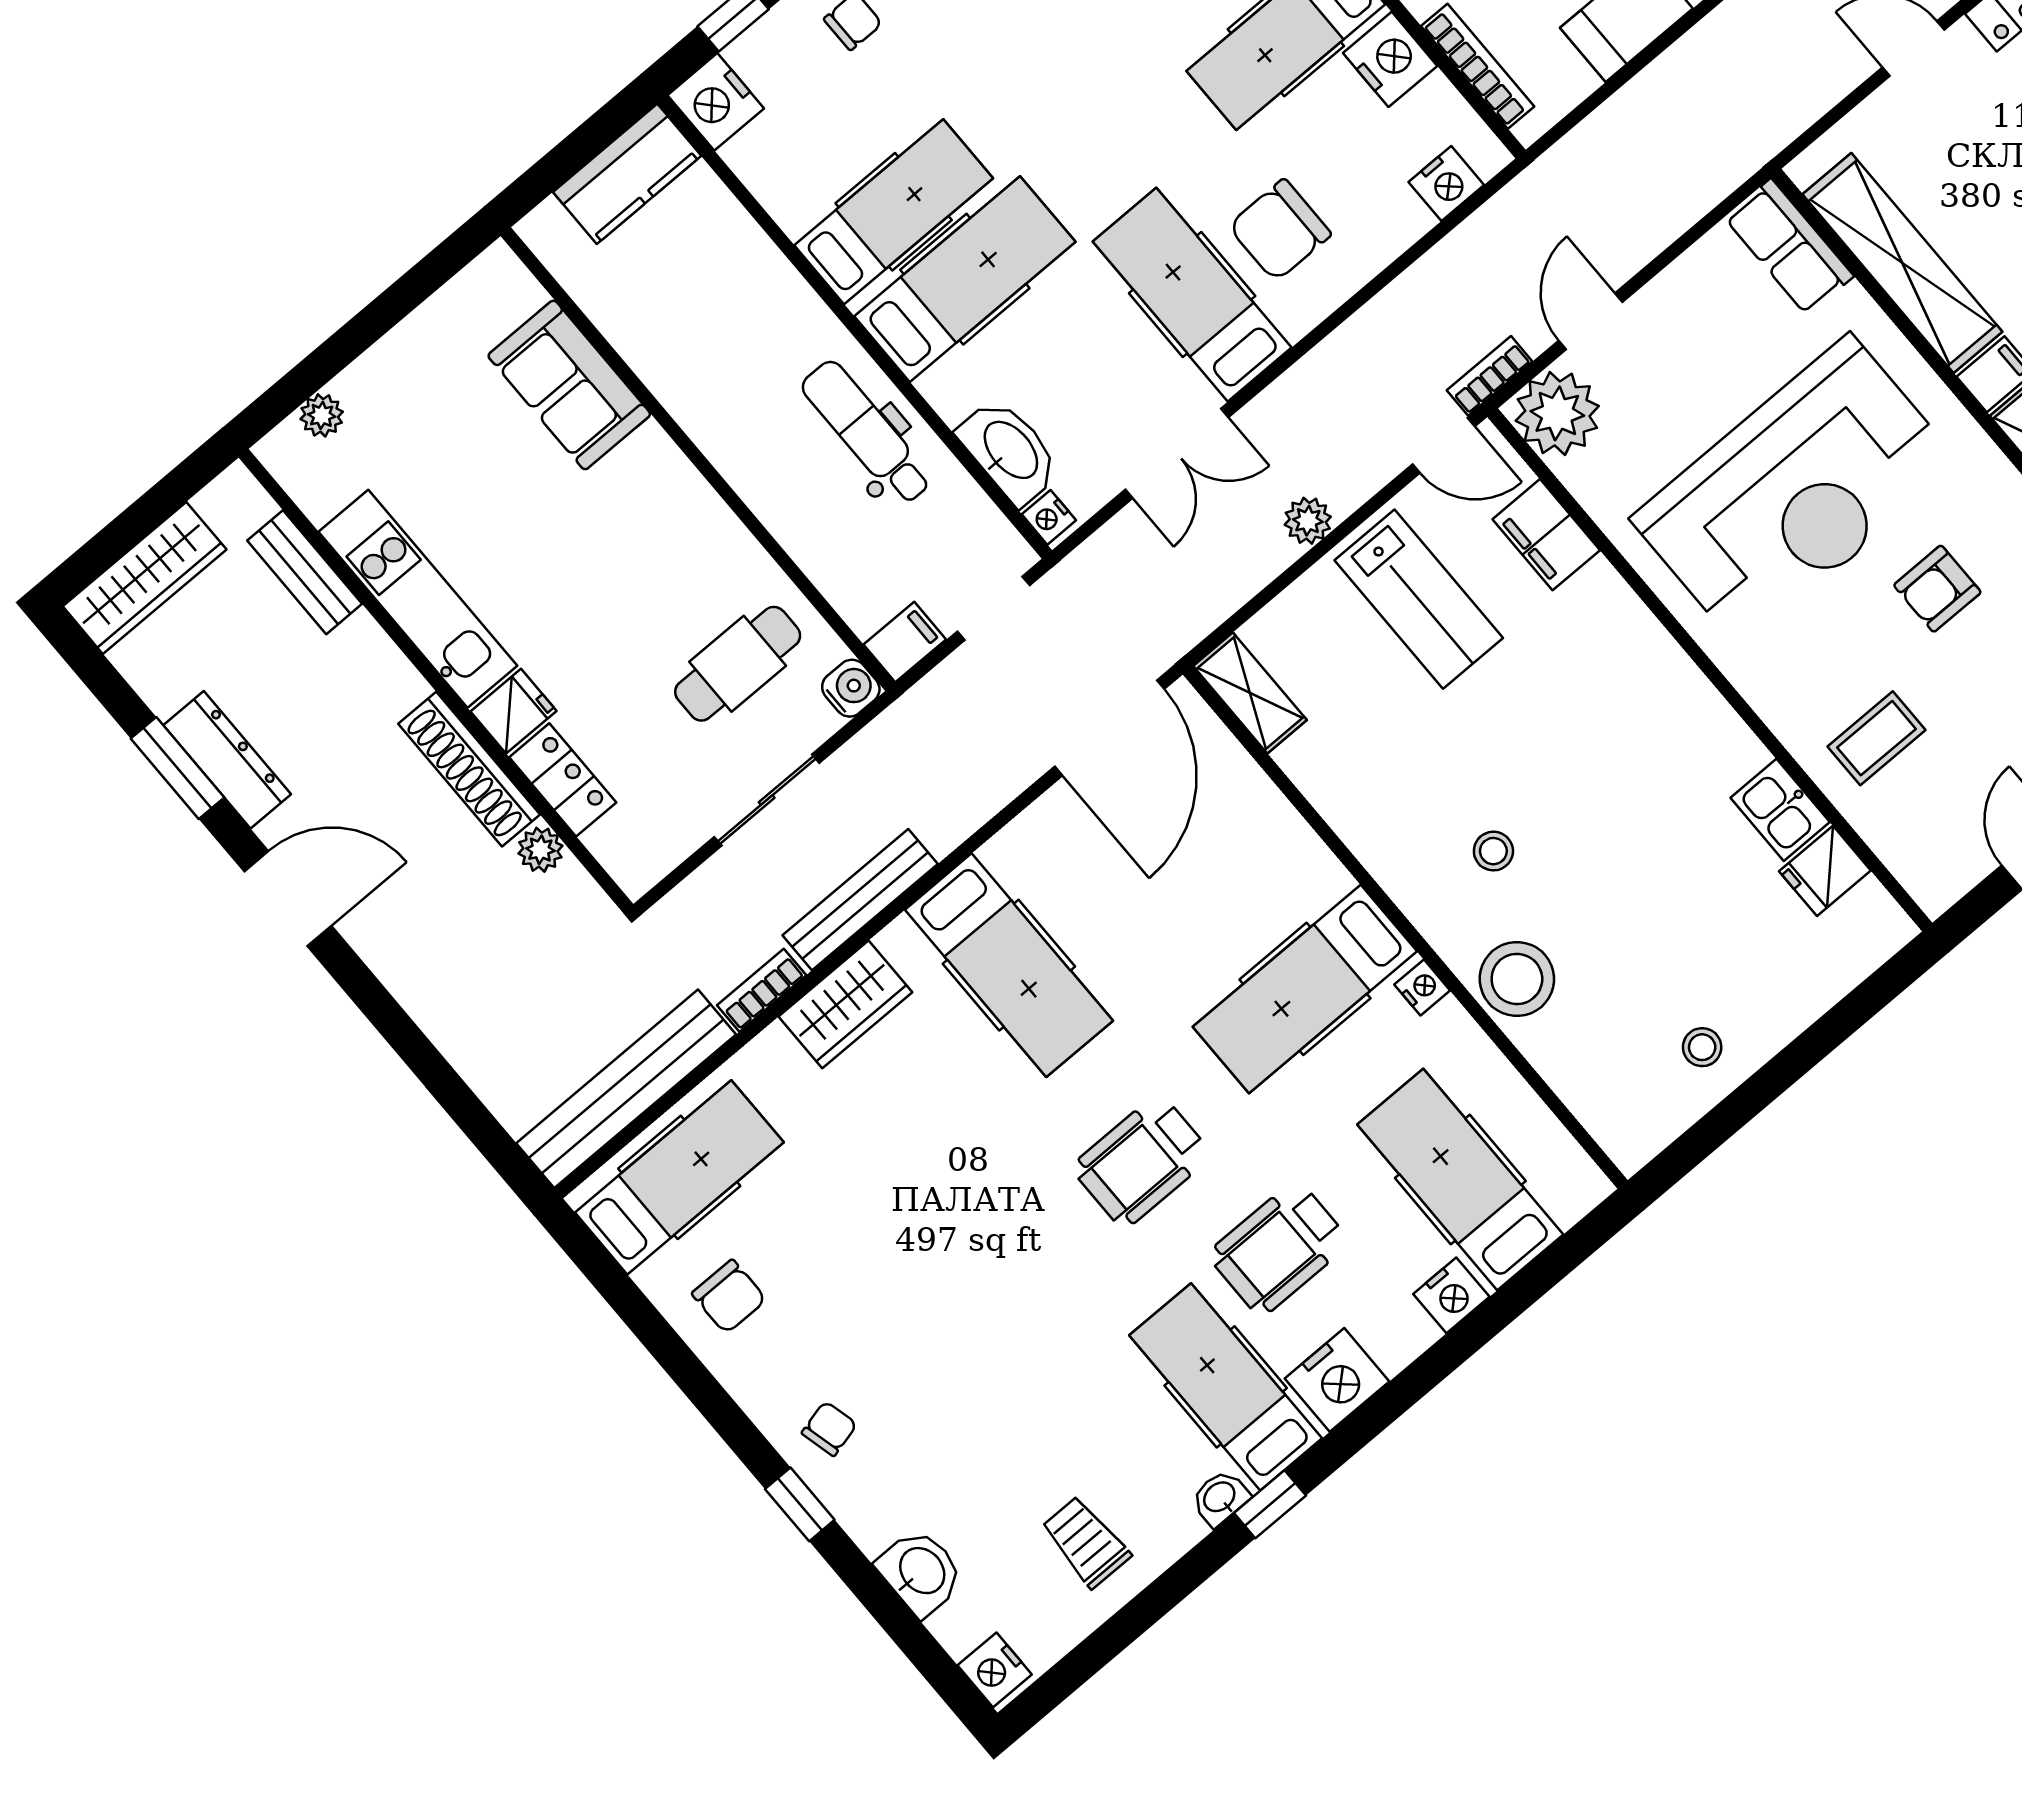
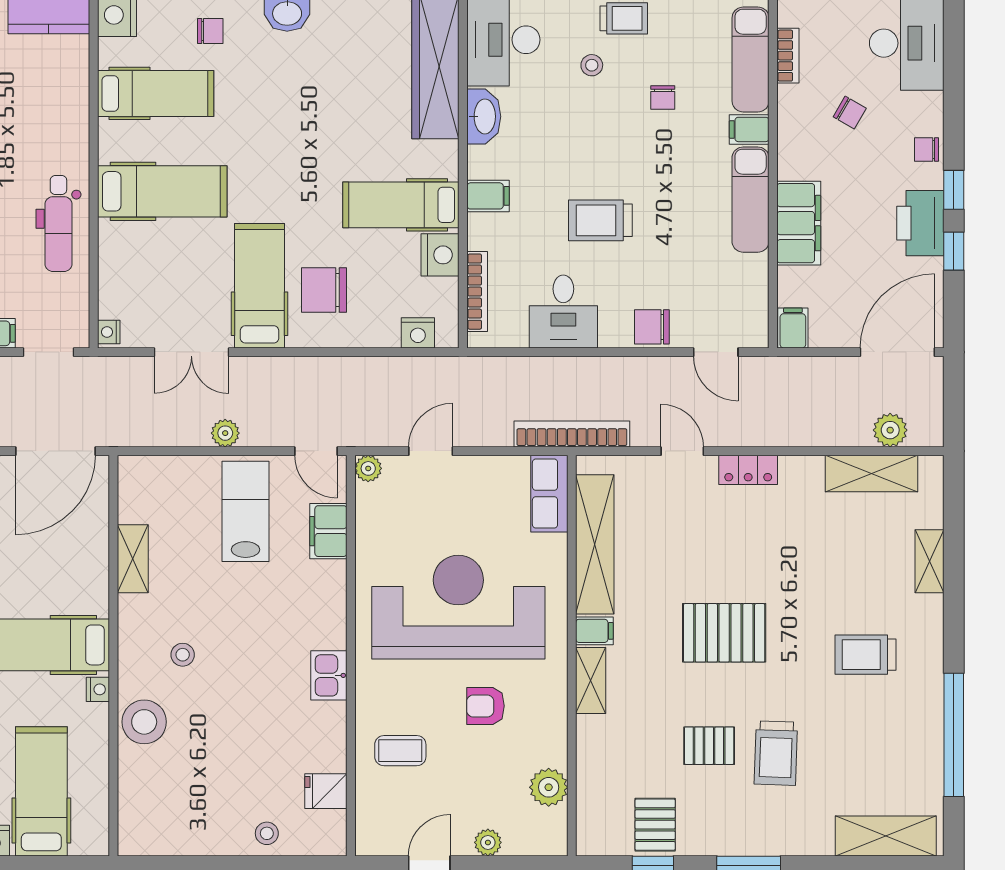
hospital bed: (894, 212) -> (156, 93), moved
bookcase: (1490, 376) -> (572, 434), moved, width x2.31, depth x1.31
plant: (1557, 413) -> (368, 468), width x0.53, depth x0.53
dental chair: (867, 433) -> (58, 223), turned 180
washbasin: (1010, 451) -> (116, 287), removed
reception desk: (1795, 491) -> (458, 607), turned 180
lab bench: (1419, 599) -> (246, 511), turned 180
shelving: (1250, 693) -> (133, 559), moved
kitchen sink: (1780, 810) -> (329, 675), moved
stool: (1702, 1047) -> (267, 833), moved

